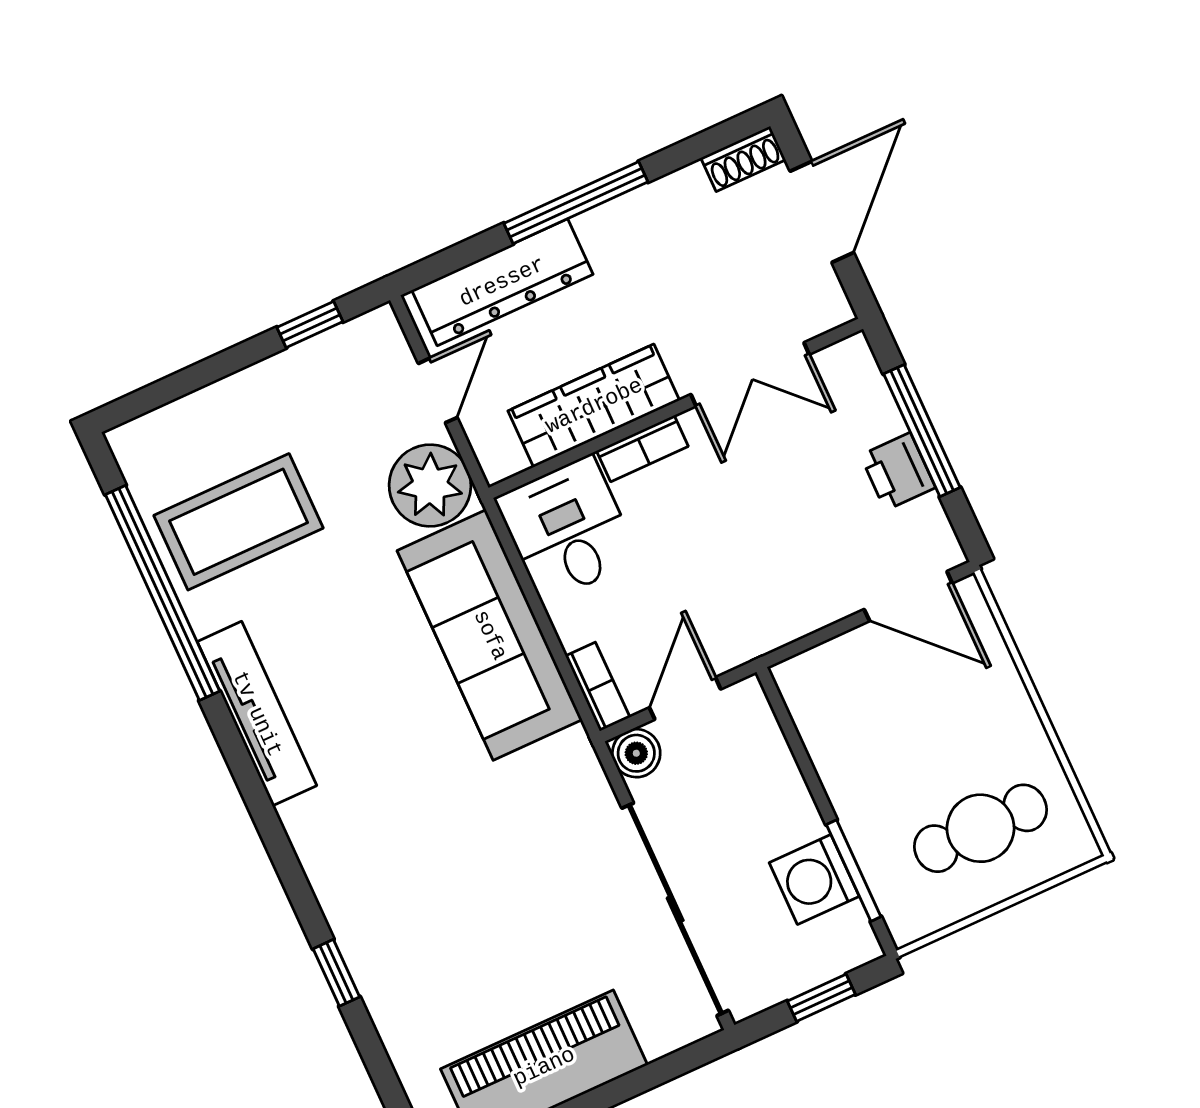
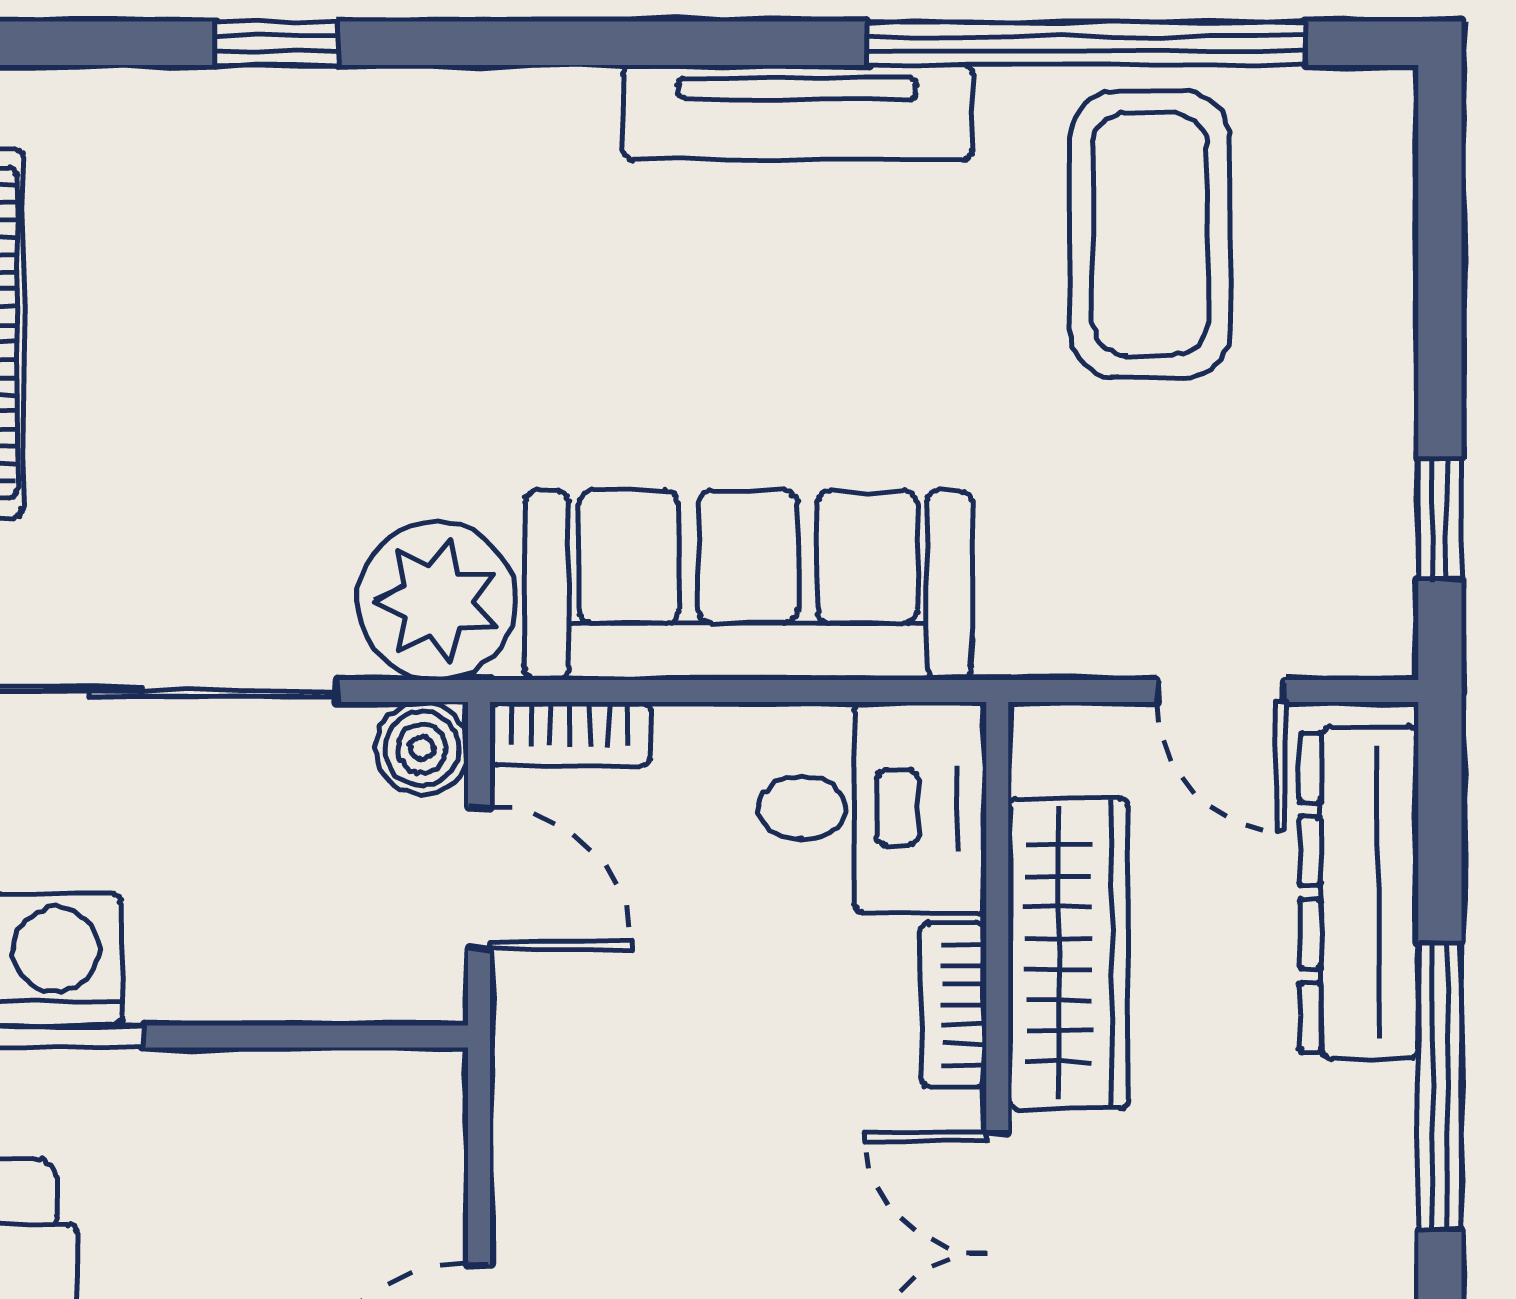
plant: (430, 485) -> (437, 601), moved

